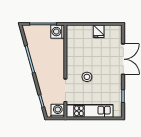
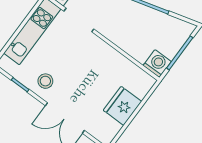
fridge: (99, 31) -> (122, 106), width x1.88, depth x1.34
stool: (87, 77) -> (45, 81), moved

